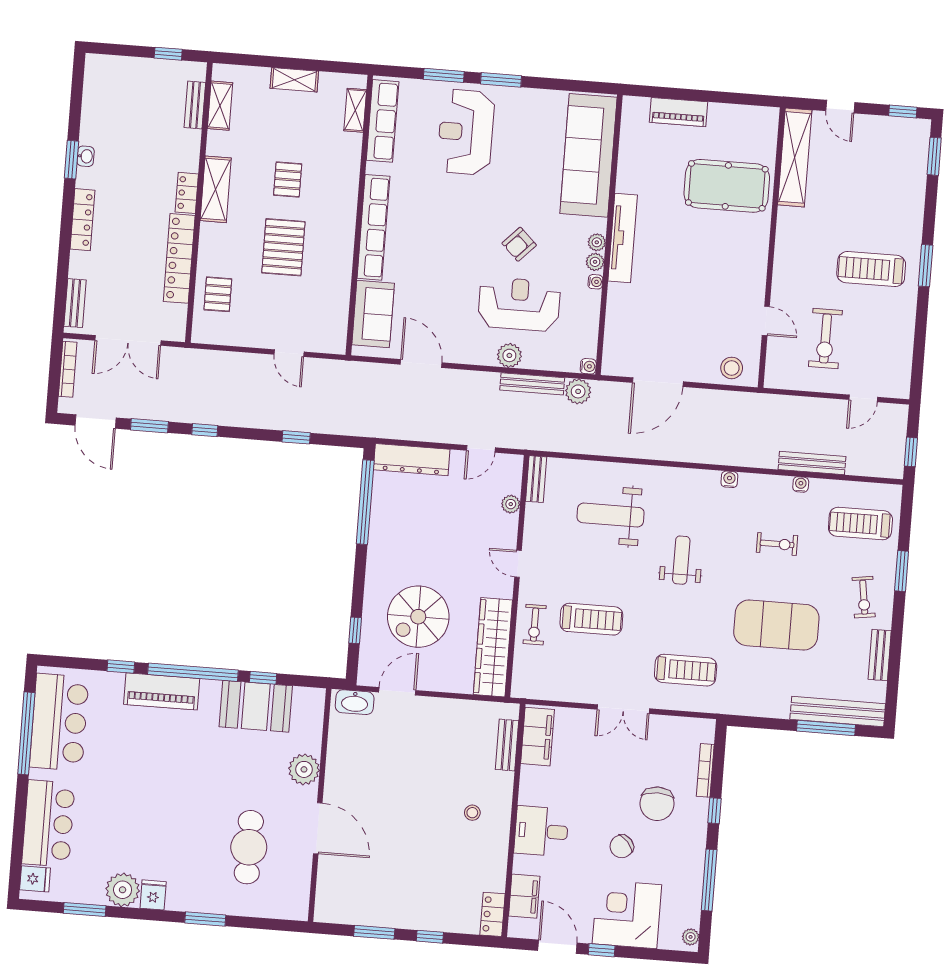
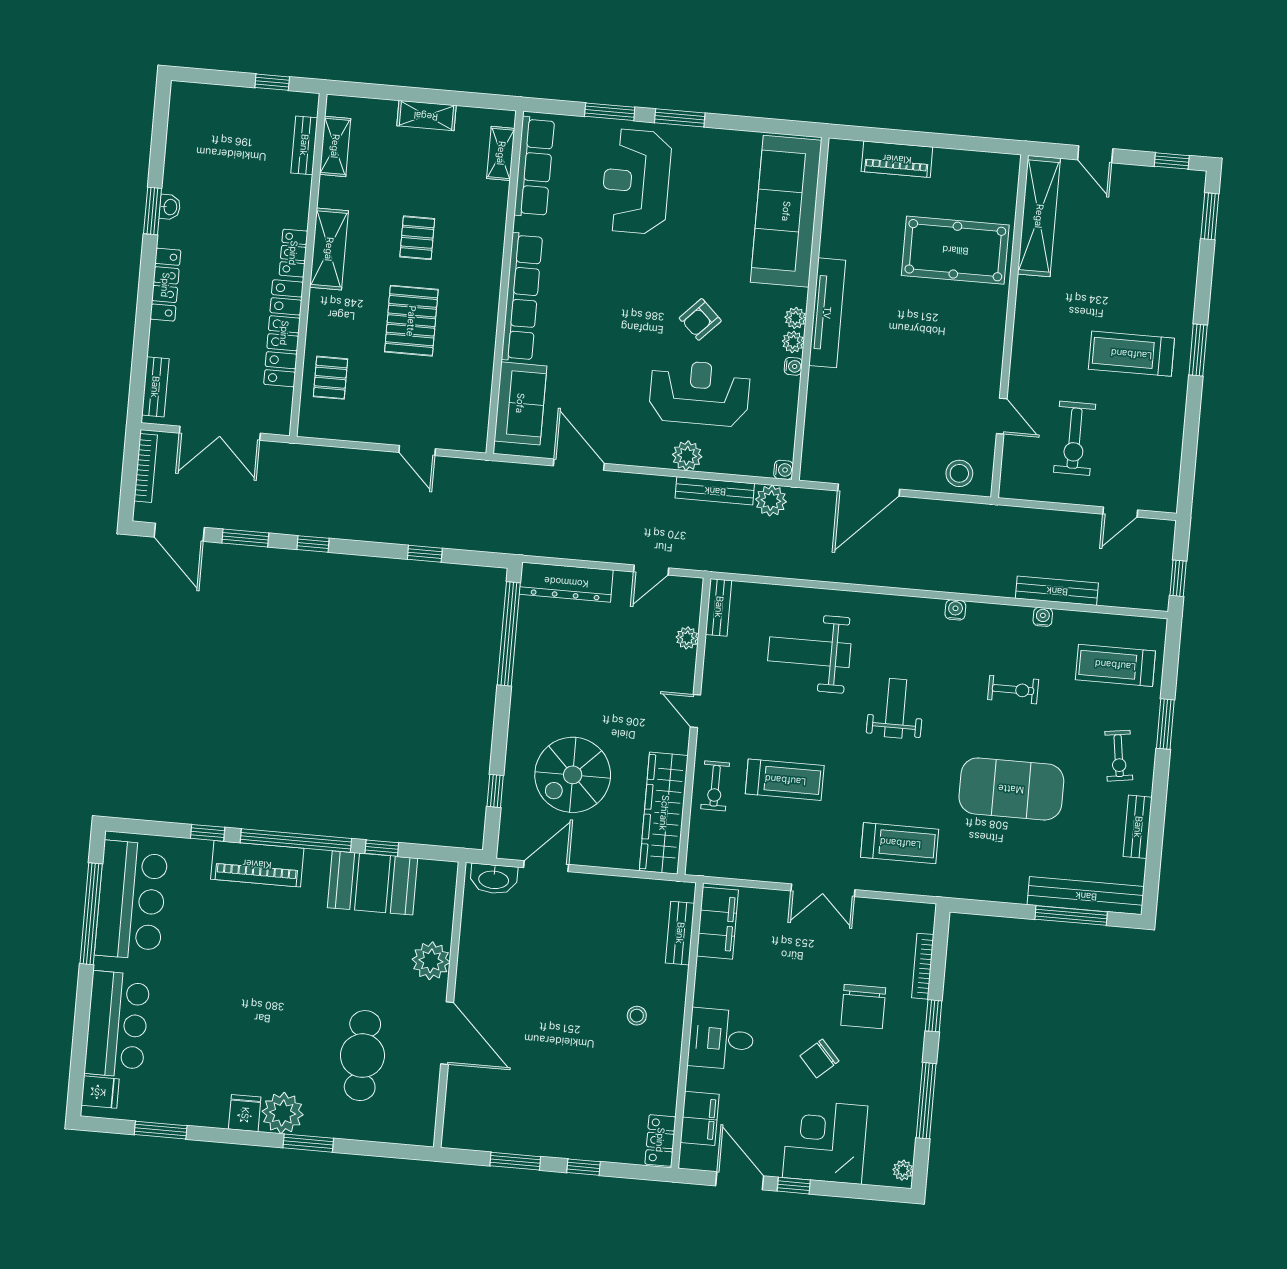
plant: (123, 890) -> (283, 1113), moved

